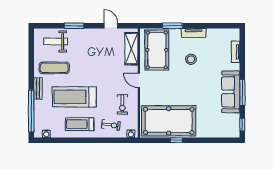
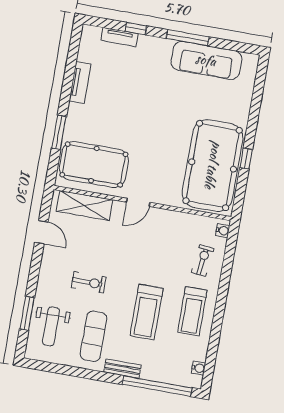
window: (74, 26) -> (27, 313), moved
door: (111, 26) -> (41, 232), swing flipped
tv unit: (194, 33) -> (80, 83), moved
stool: (191, 59) -> (119, 112), removed
sofa: (231, 92) -> (206, 60), moved
treadmill: (74, 97) -> (146, 312), width x0.73, depth x0.73
exercise bike: (122, 104) -> (89, 282), moved
window: (242, 125) -> (136, 29), moved

